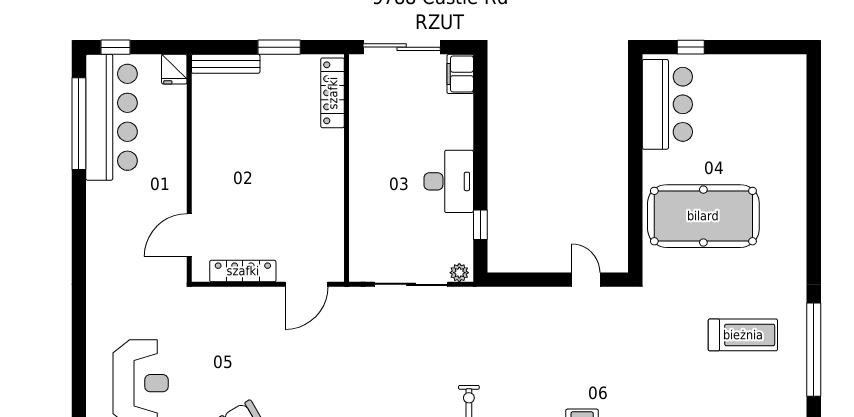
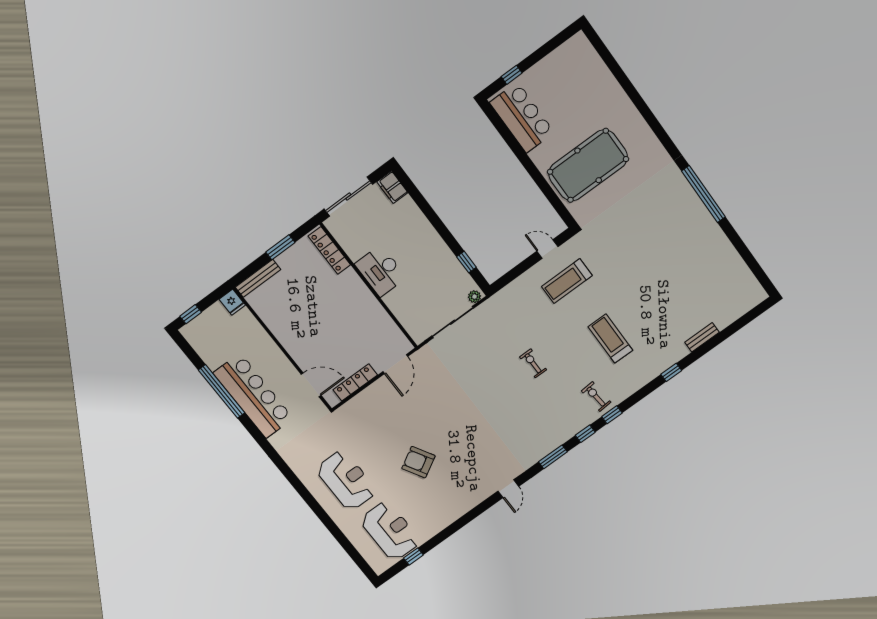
bar counter: (112, 117) -> (253, 396), moved
window: (79, 124) -> (222, 391), moved
desk: (449, 181) -> (381, 271), moved, turned 180
door: (189, 235) -> (311, 385), swing flipped
treadmill: (743, 335) -> (567, 281), moved, turned 180

